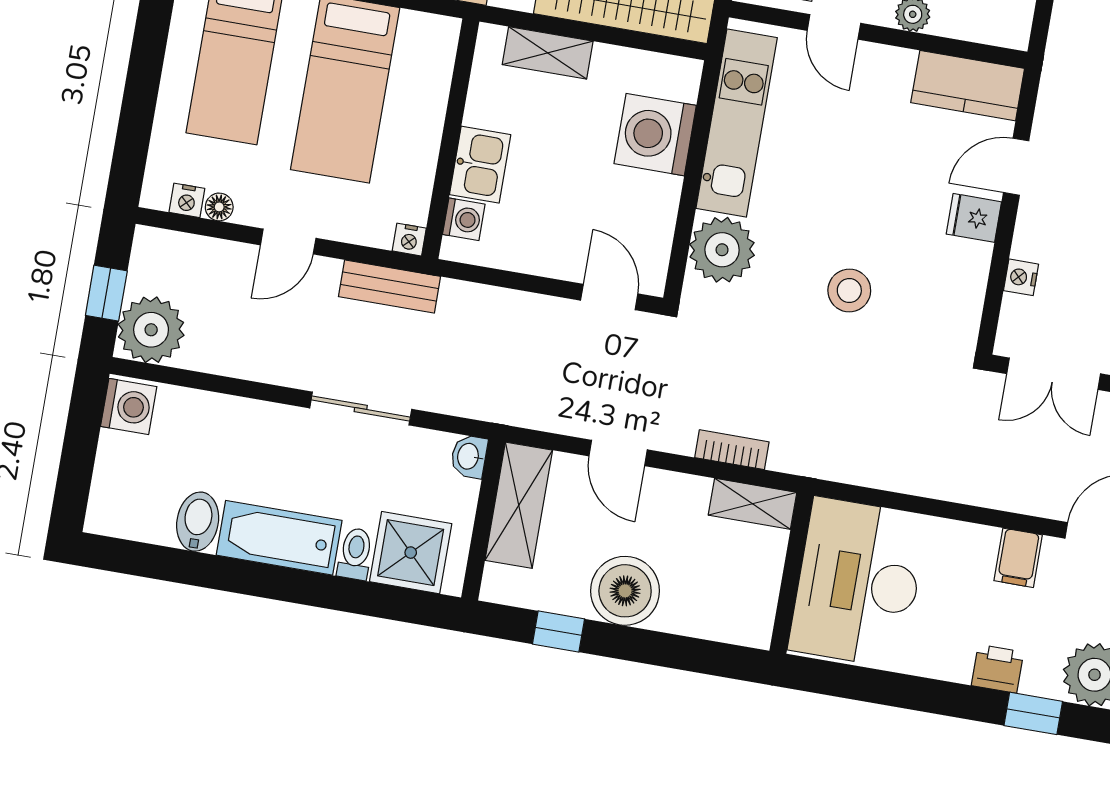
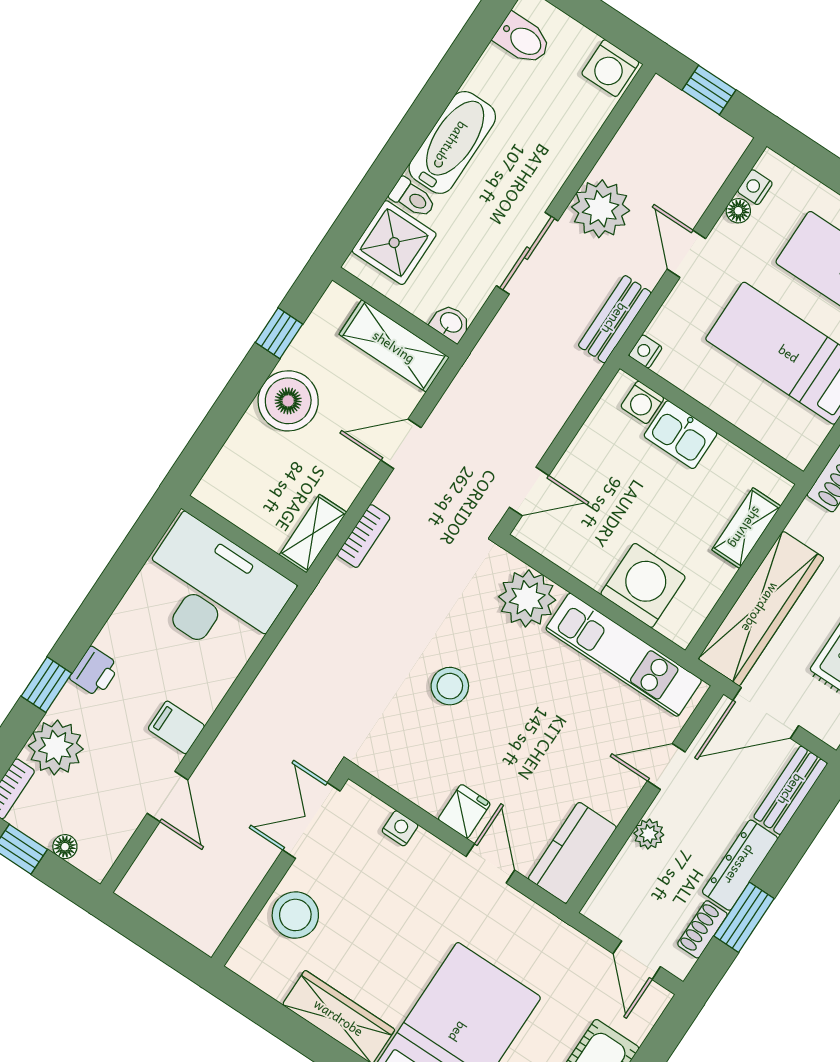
plant: (151, 330) -> (601, 209), moved
bidet: (198, 522) -> (523, 39), moved

